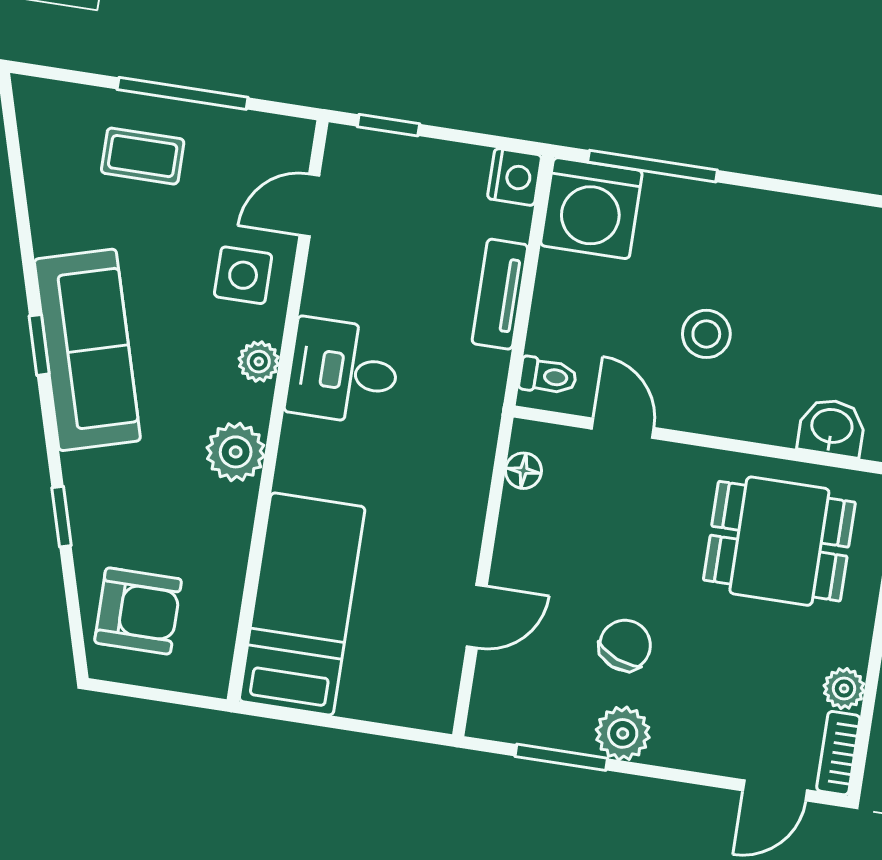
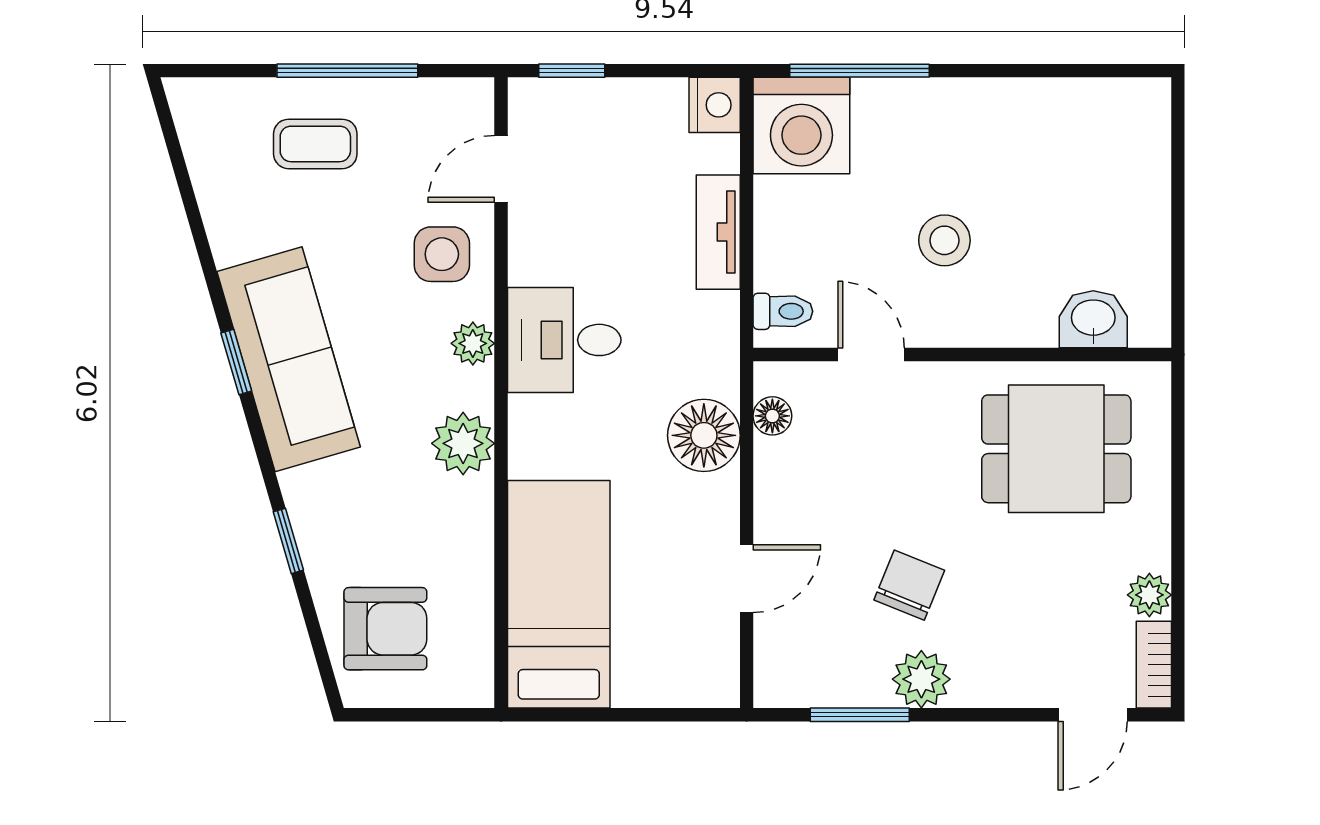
floor lamp: (458, 479) -> (704, 435), added

